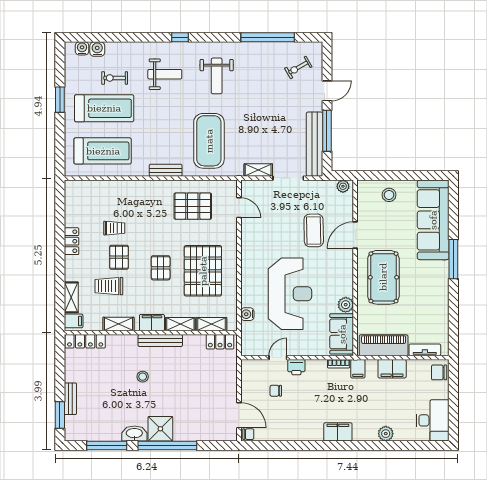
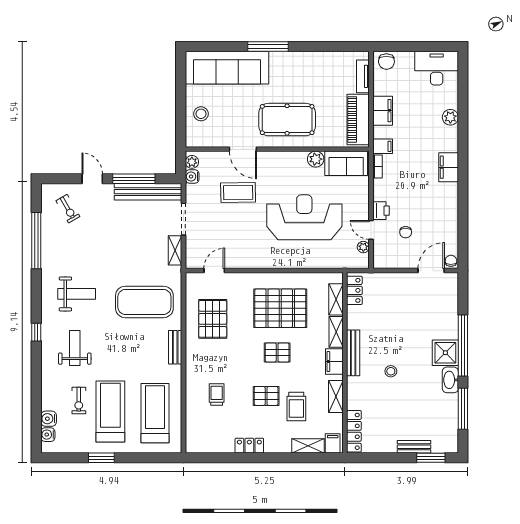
trolley: (114, 228) -> (217, 394), moved
water cooler: (247, 314) -> (192, 176), moved, turned 90
plant: (261, 350) -> (363, 247), added

